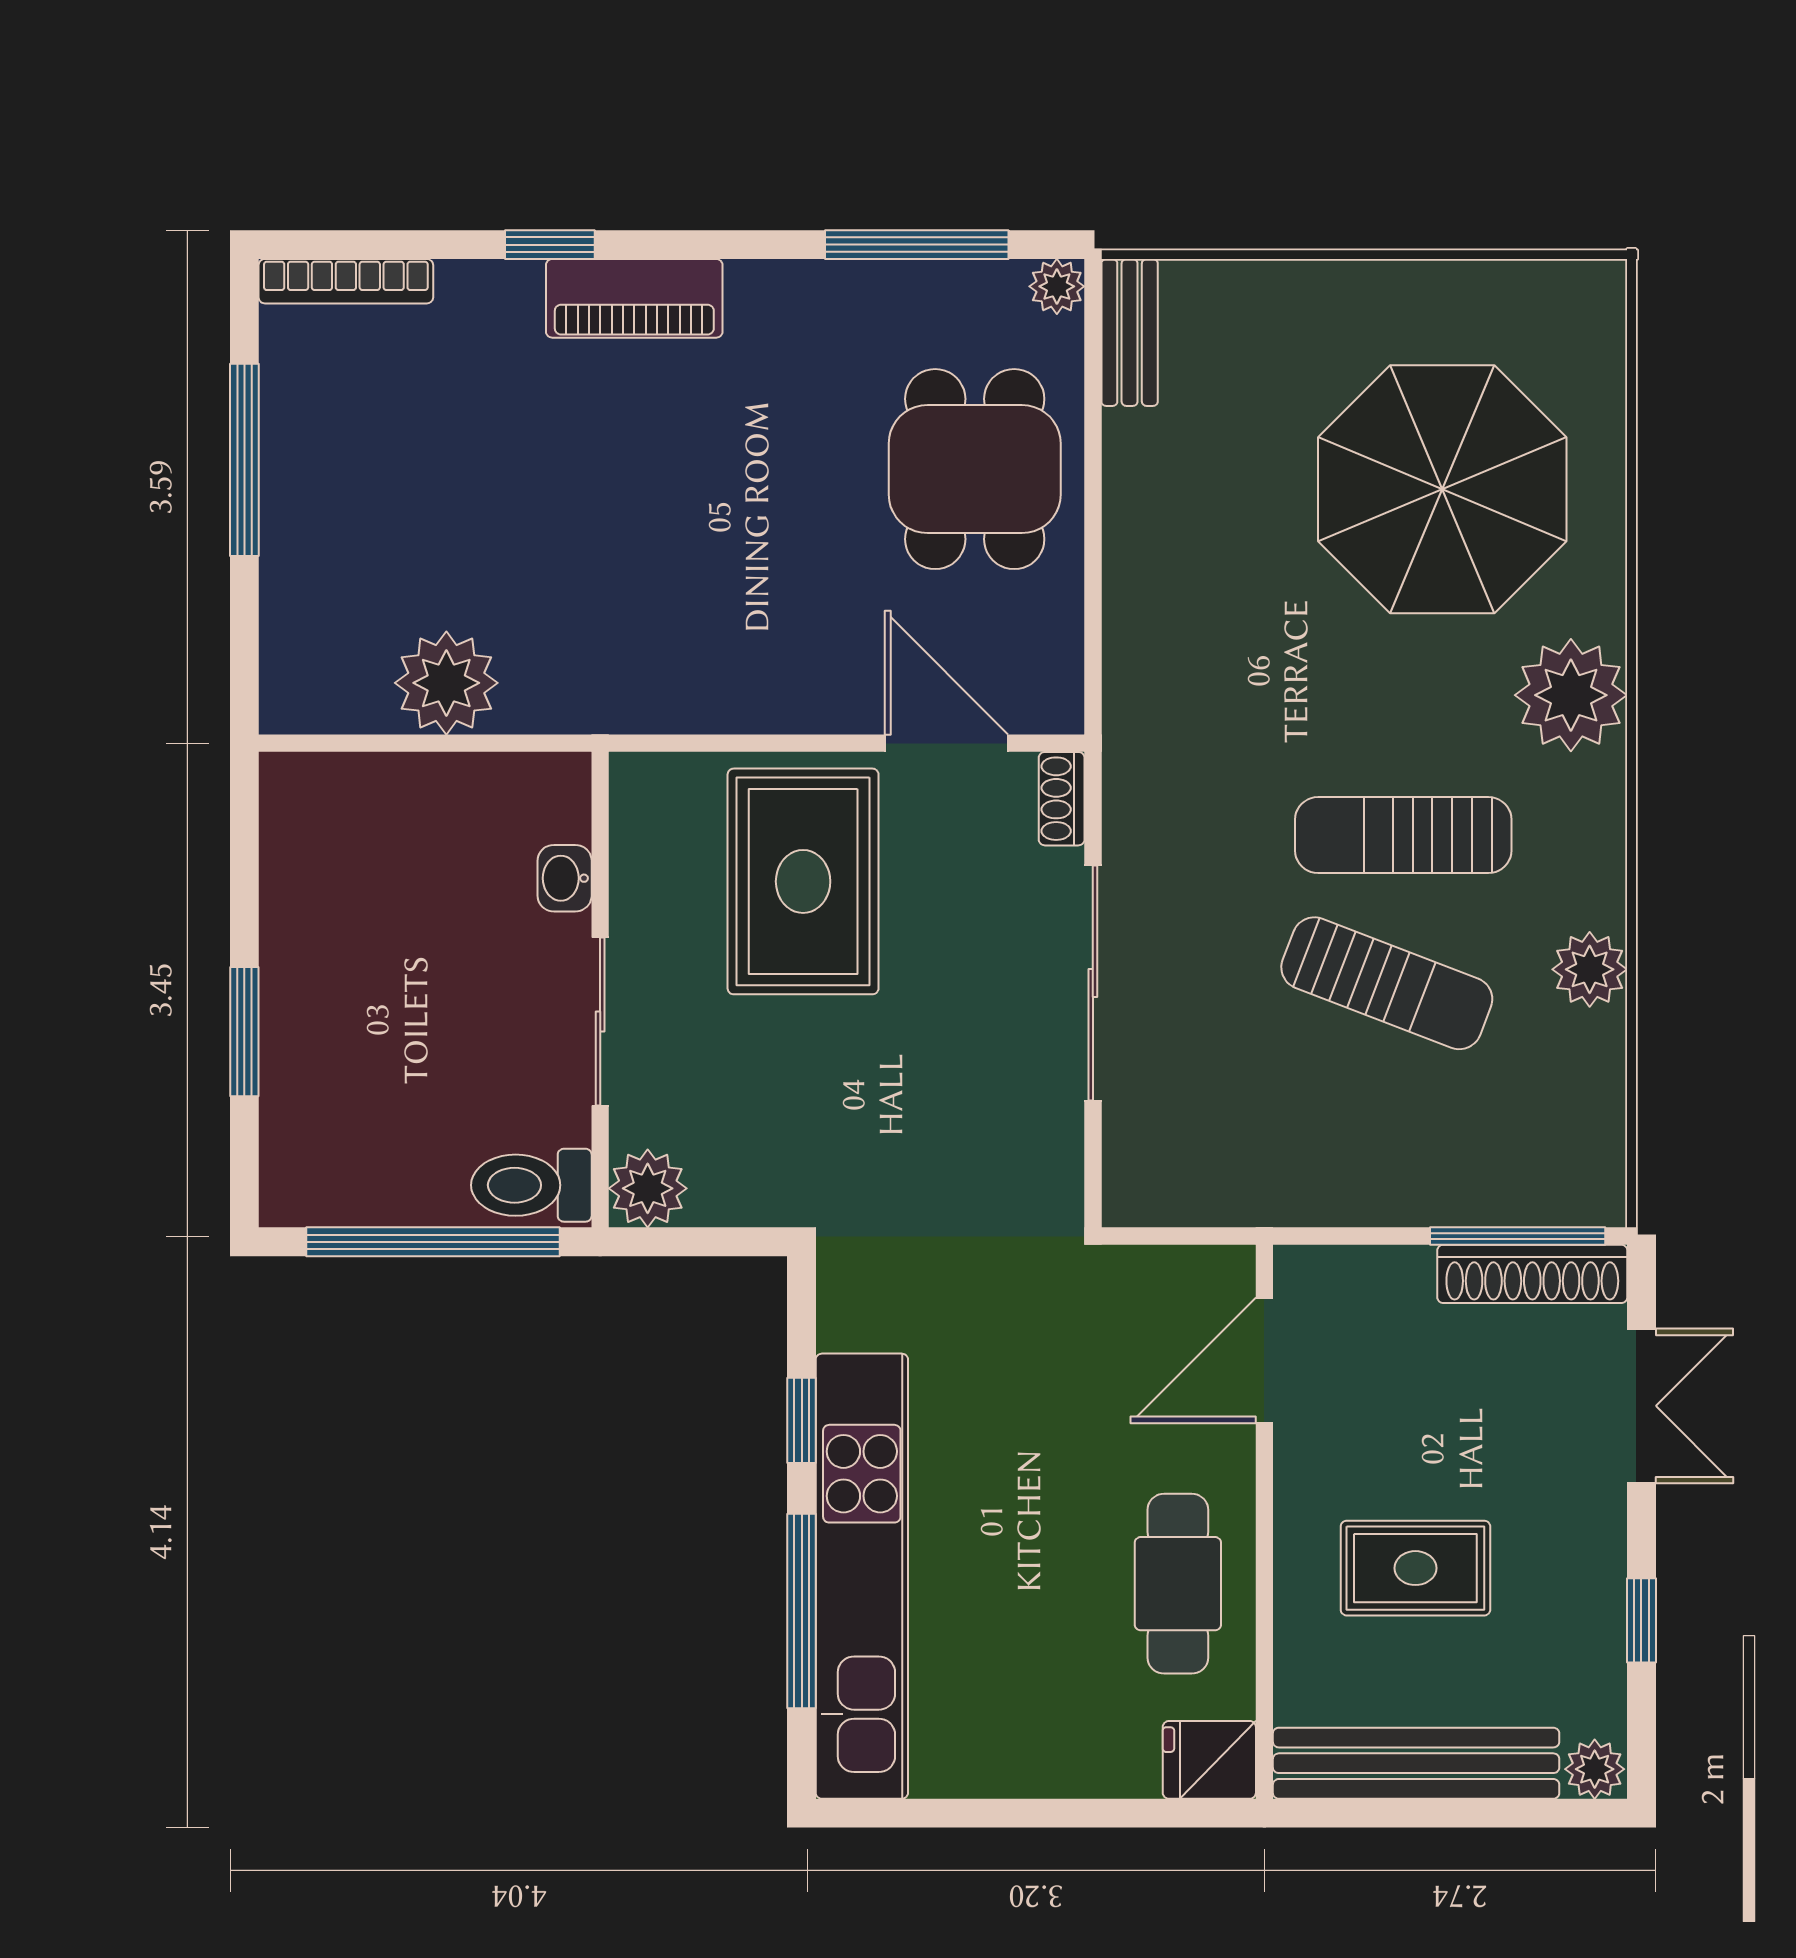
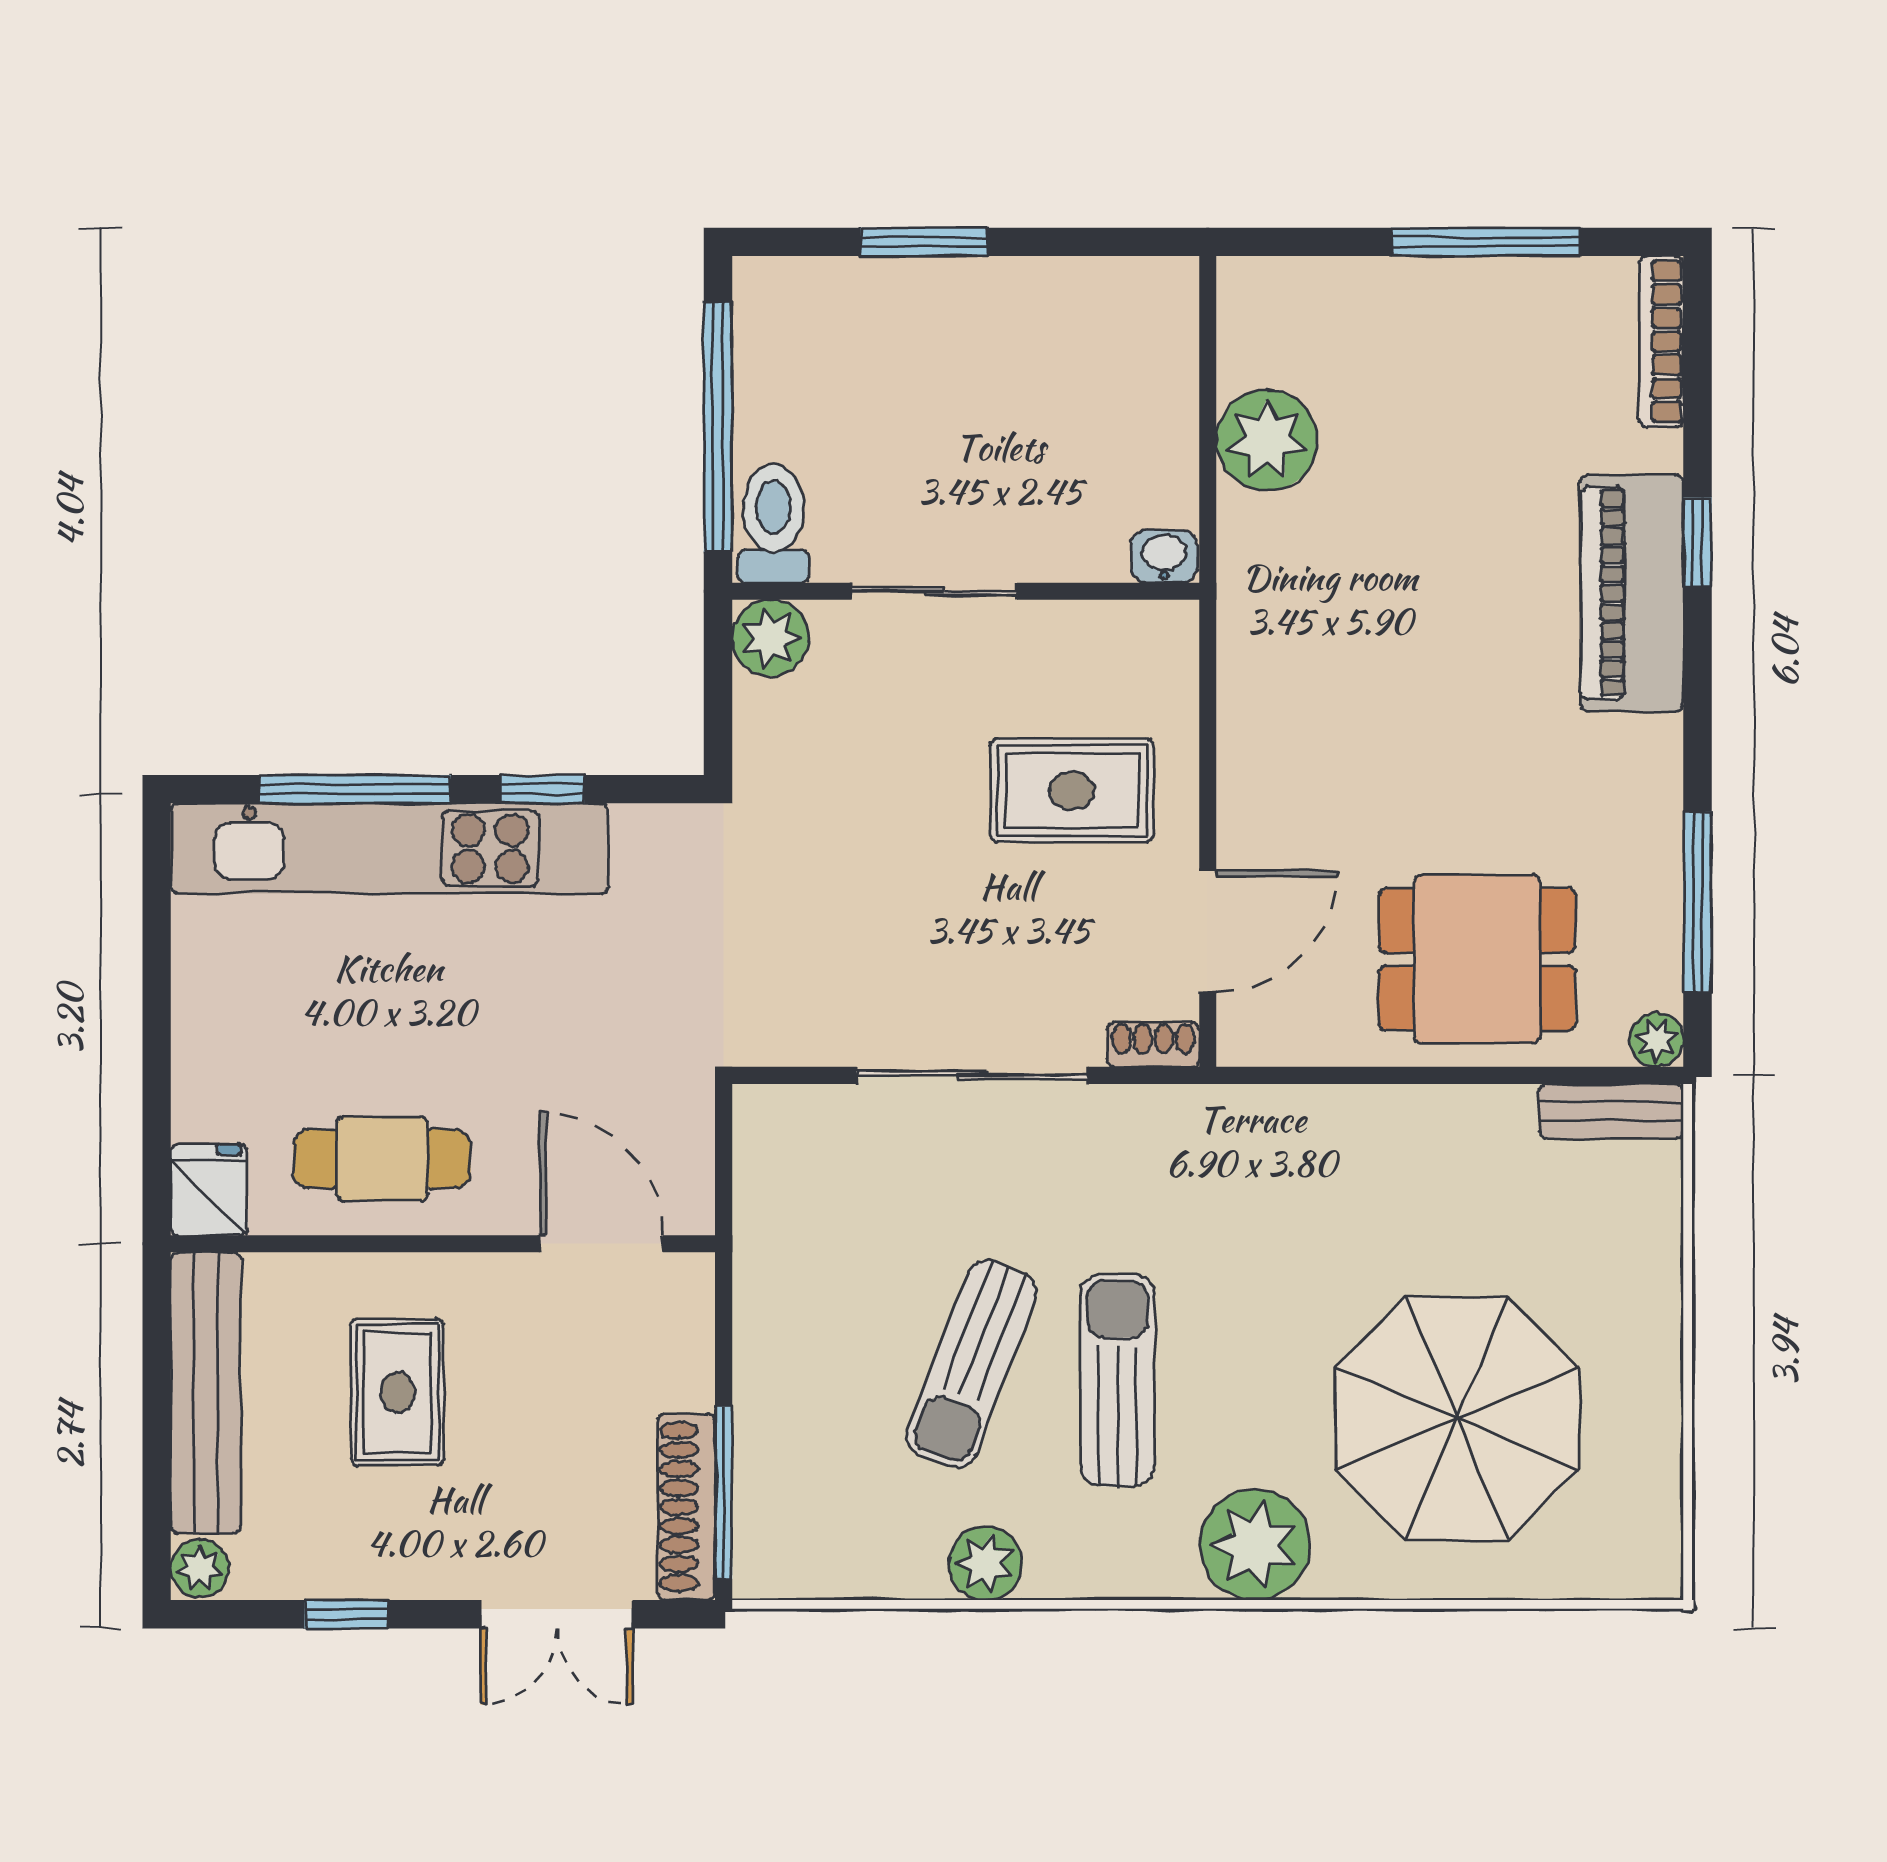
piano: (634, 298) -> (1632, 593), width x1.37, depth x1.33
washbasin: (565, 878) -> (1164, 556), moved
rug: (803, 881) -> (1072, 791), width x0.73, depth x0.70

